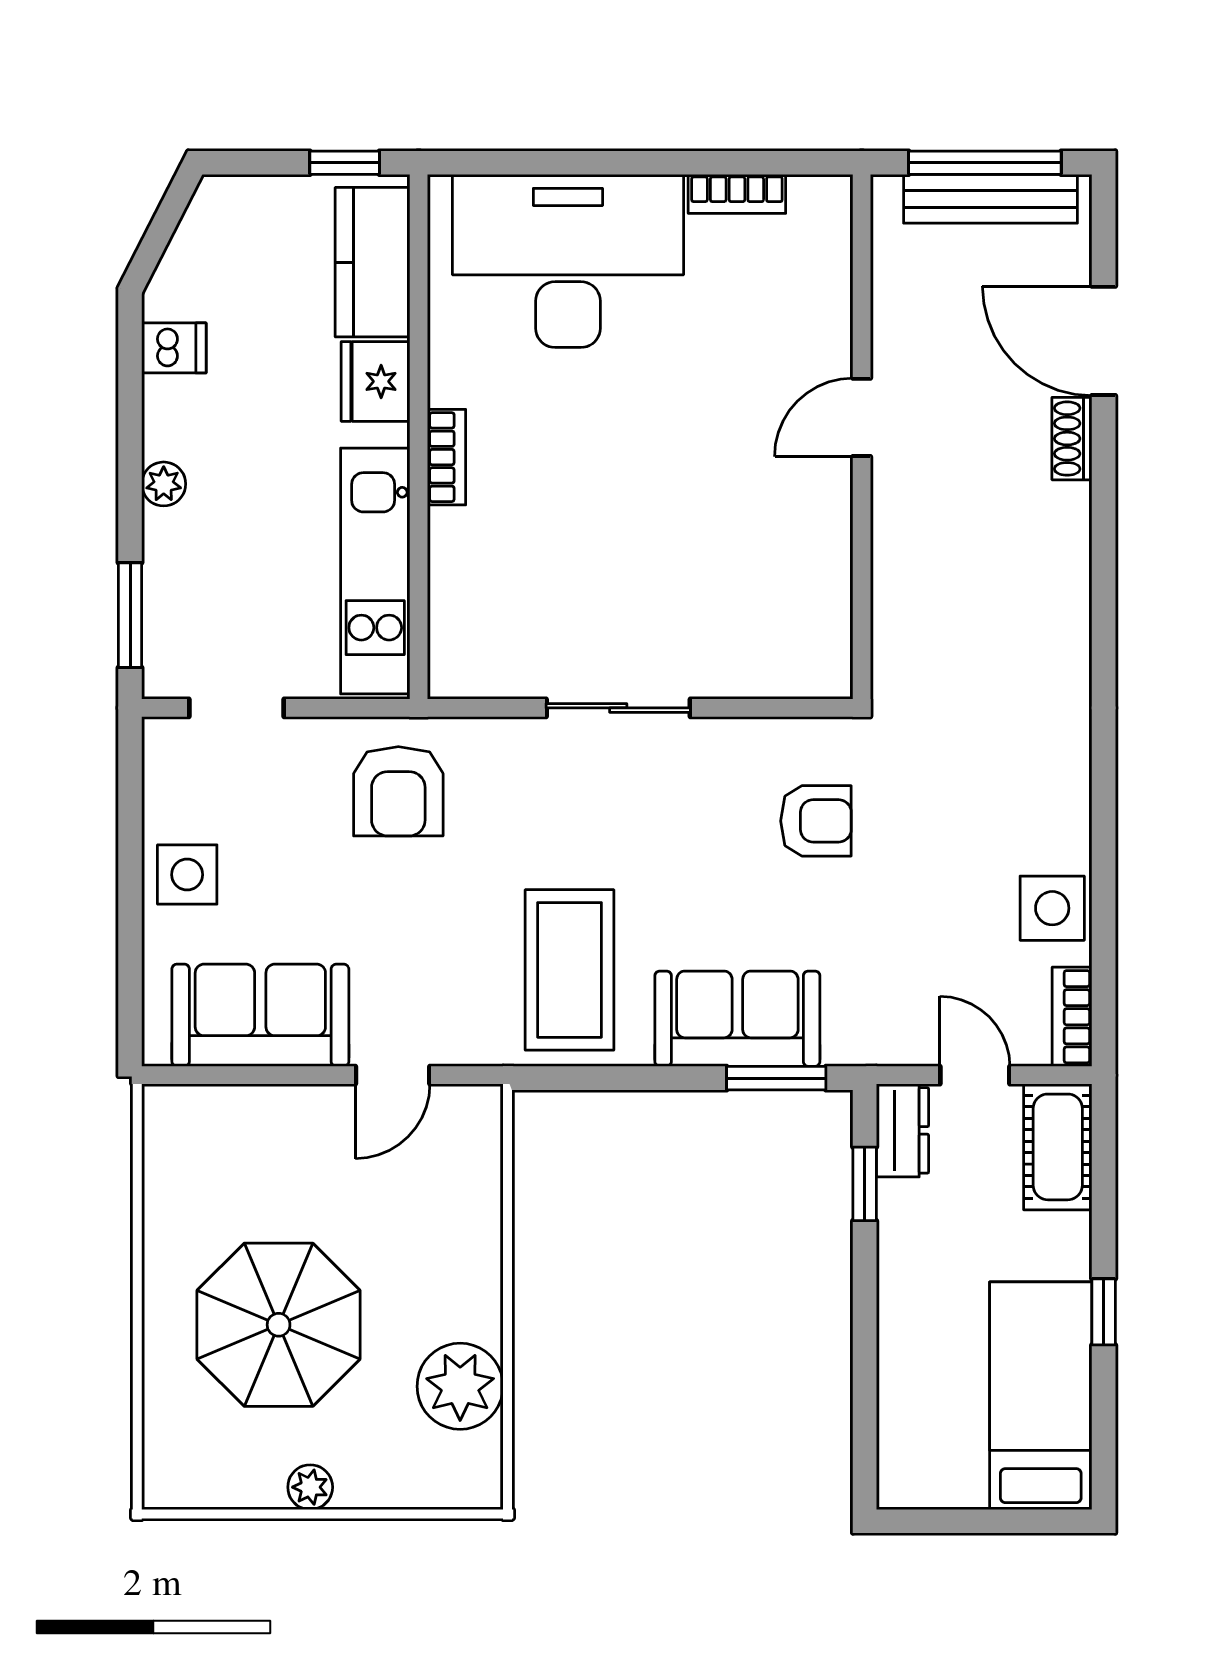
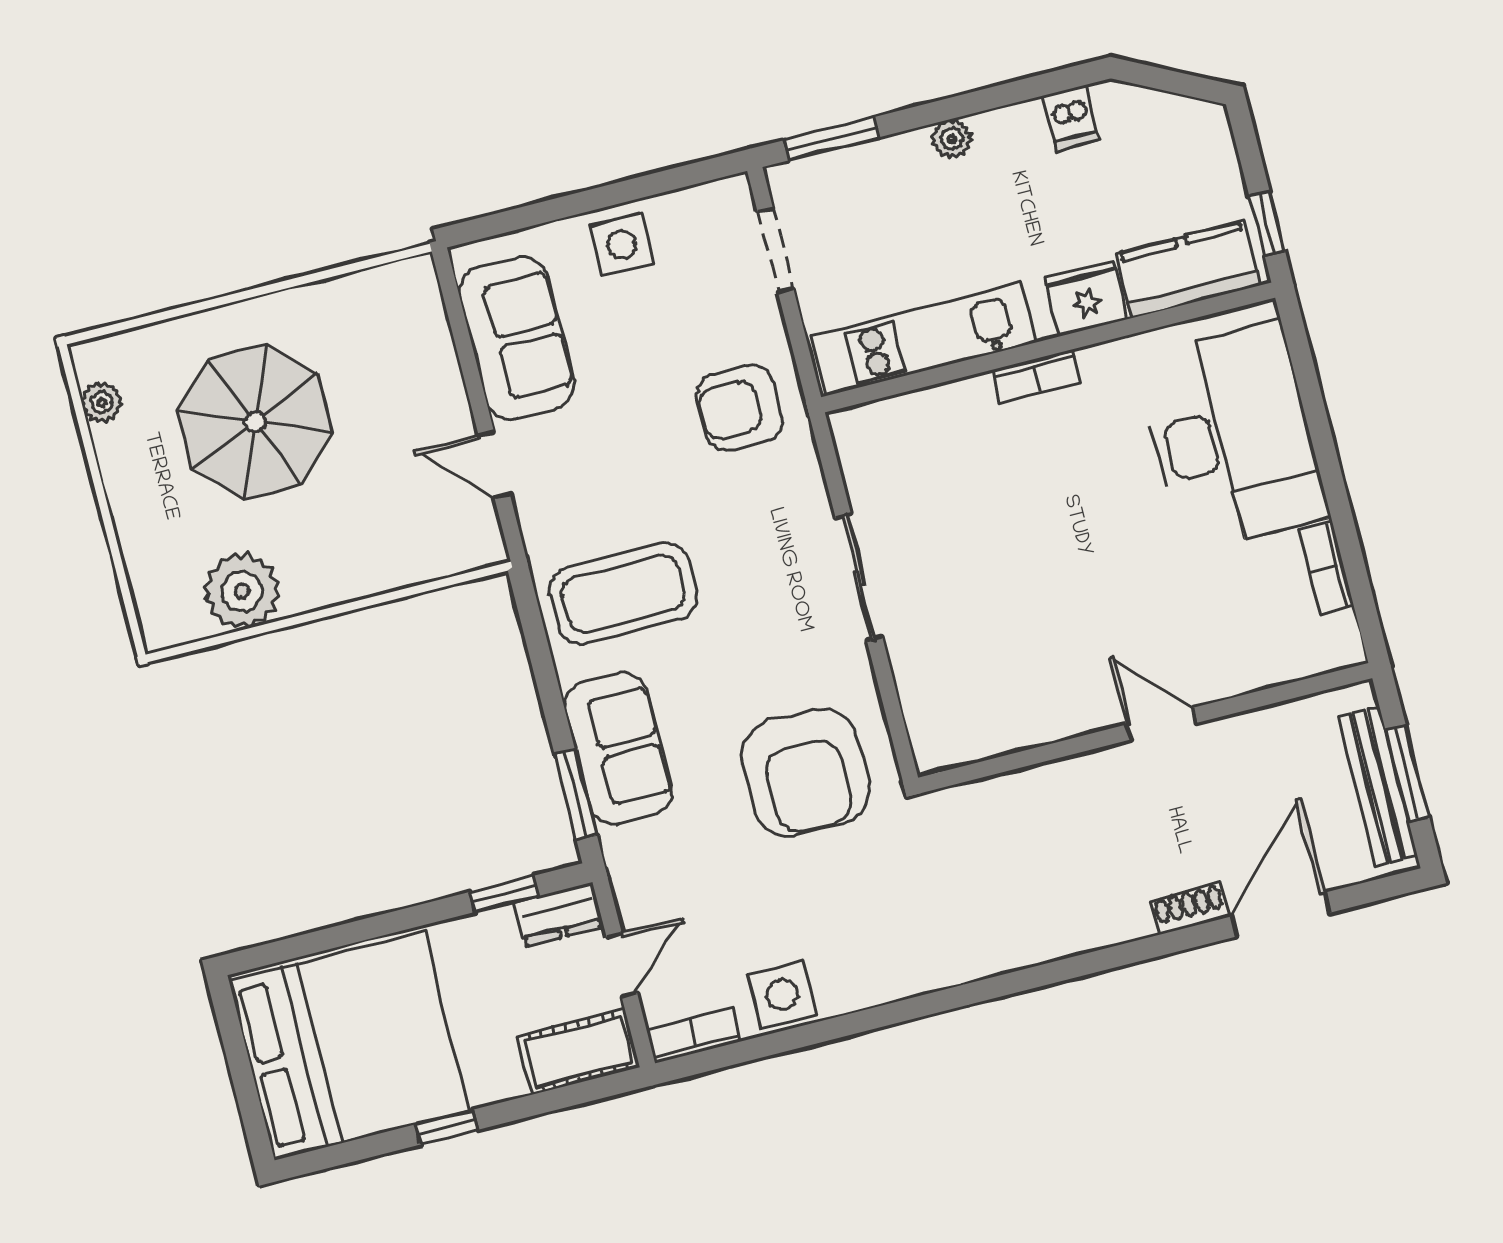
window: (985, 163) -> (1407, 774), width x0.69
armchair: (816, 821) -> (805, 773), width x1.88, depth x1.88
bed: (1041, 1396) -> (349, 1046), width x2.04
plant: (310, 1487) -> (102, 403), moved

